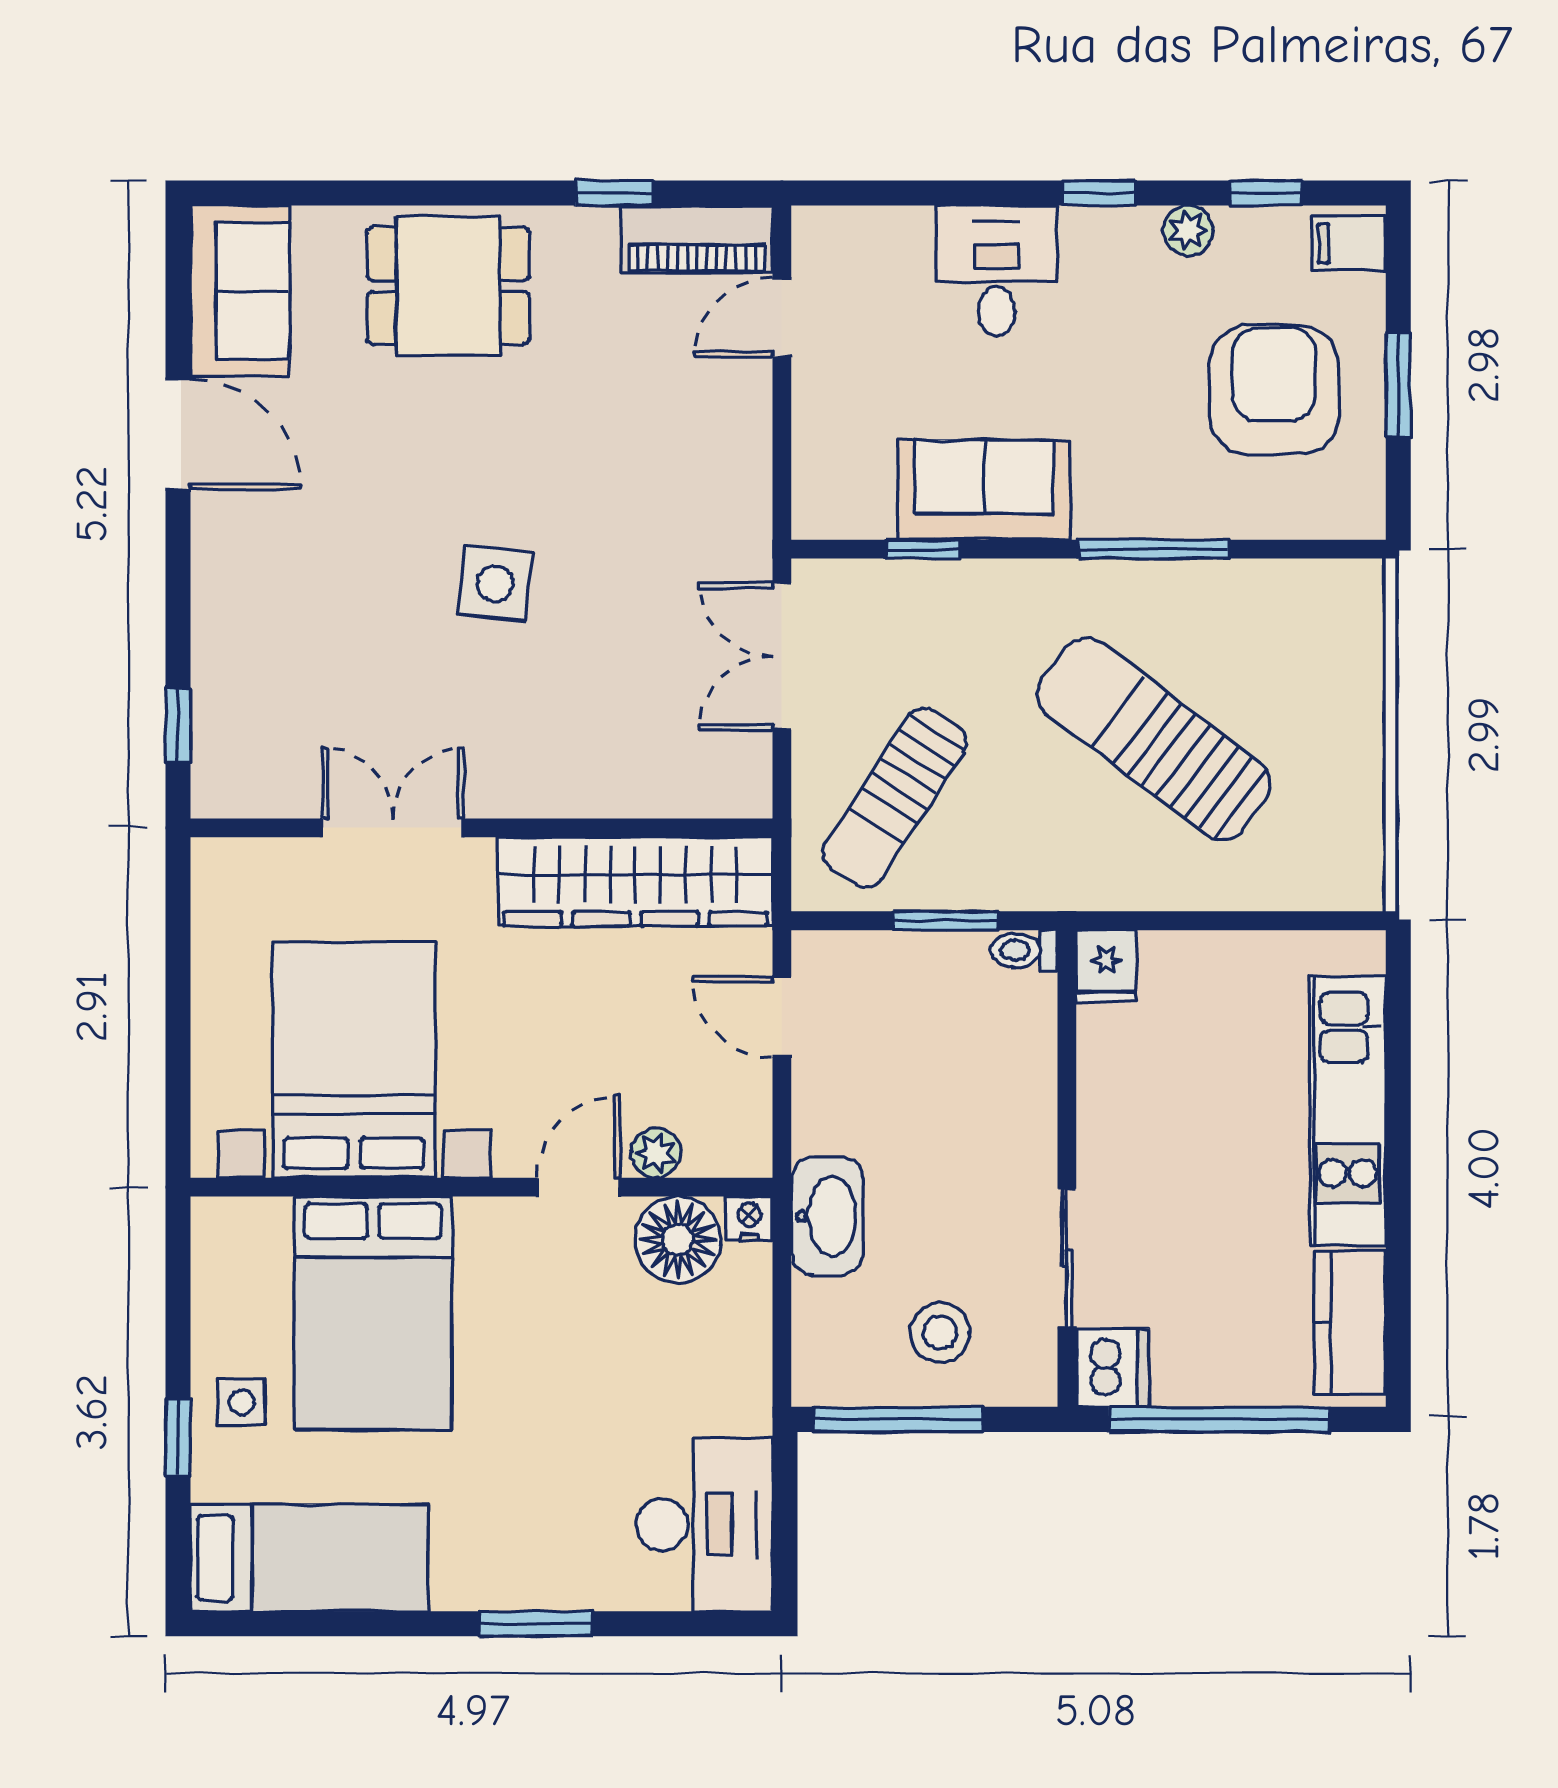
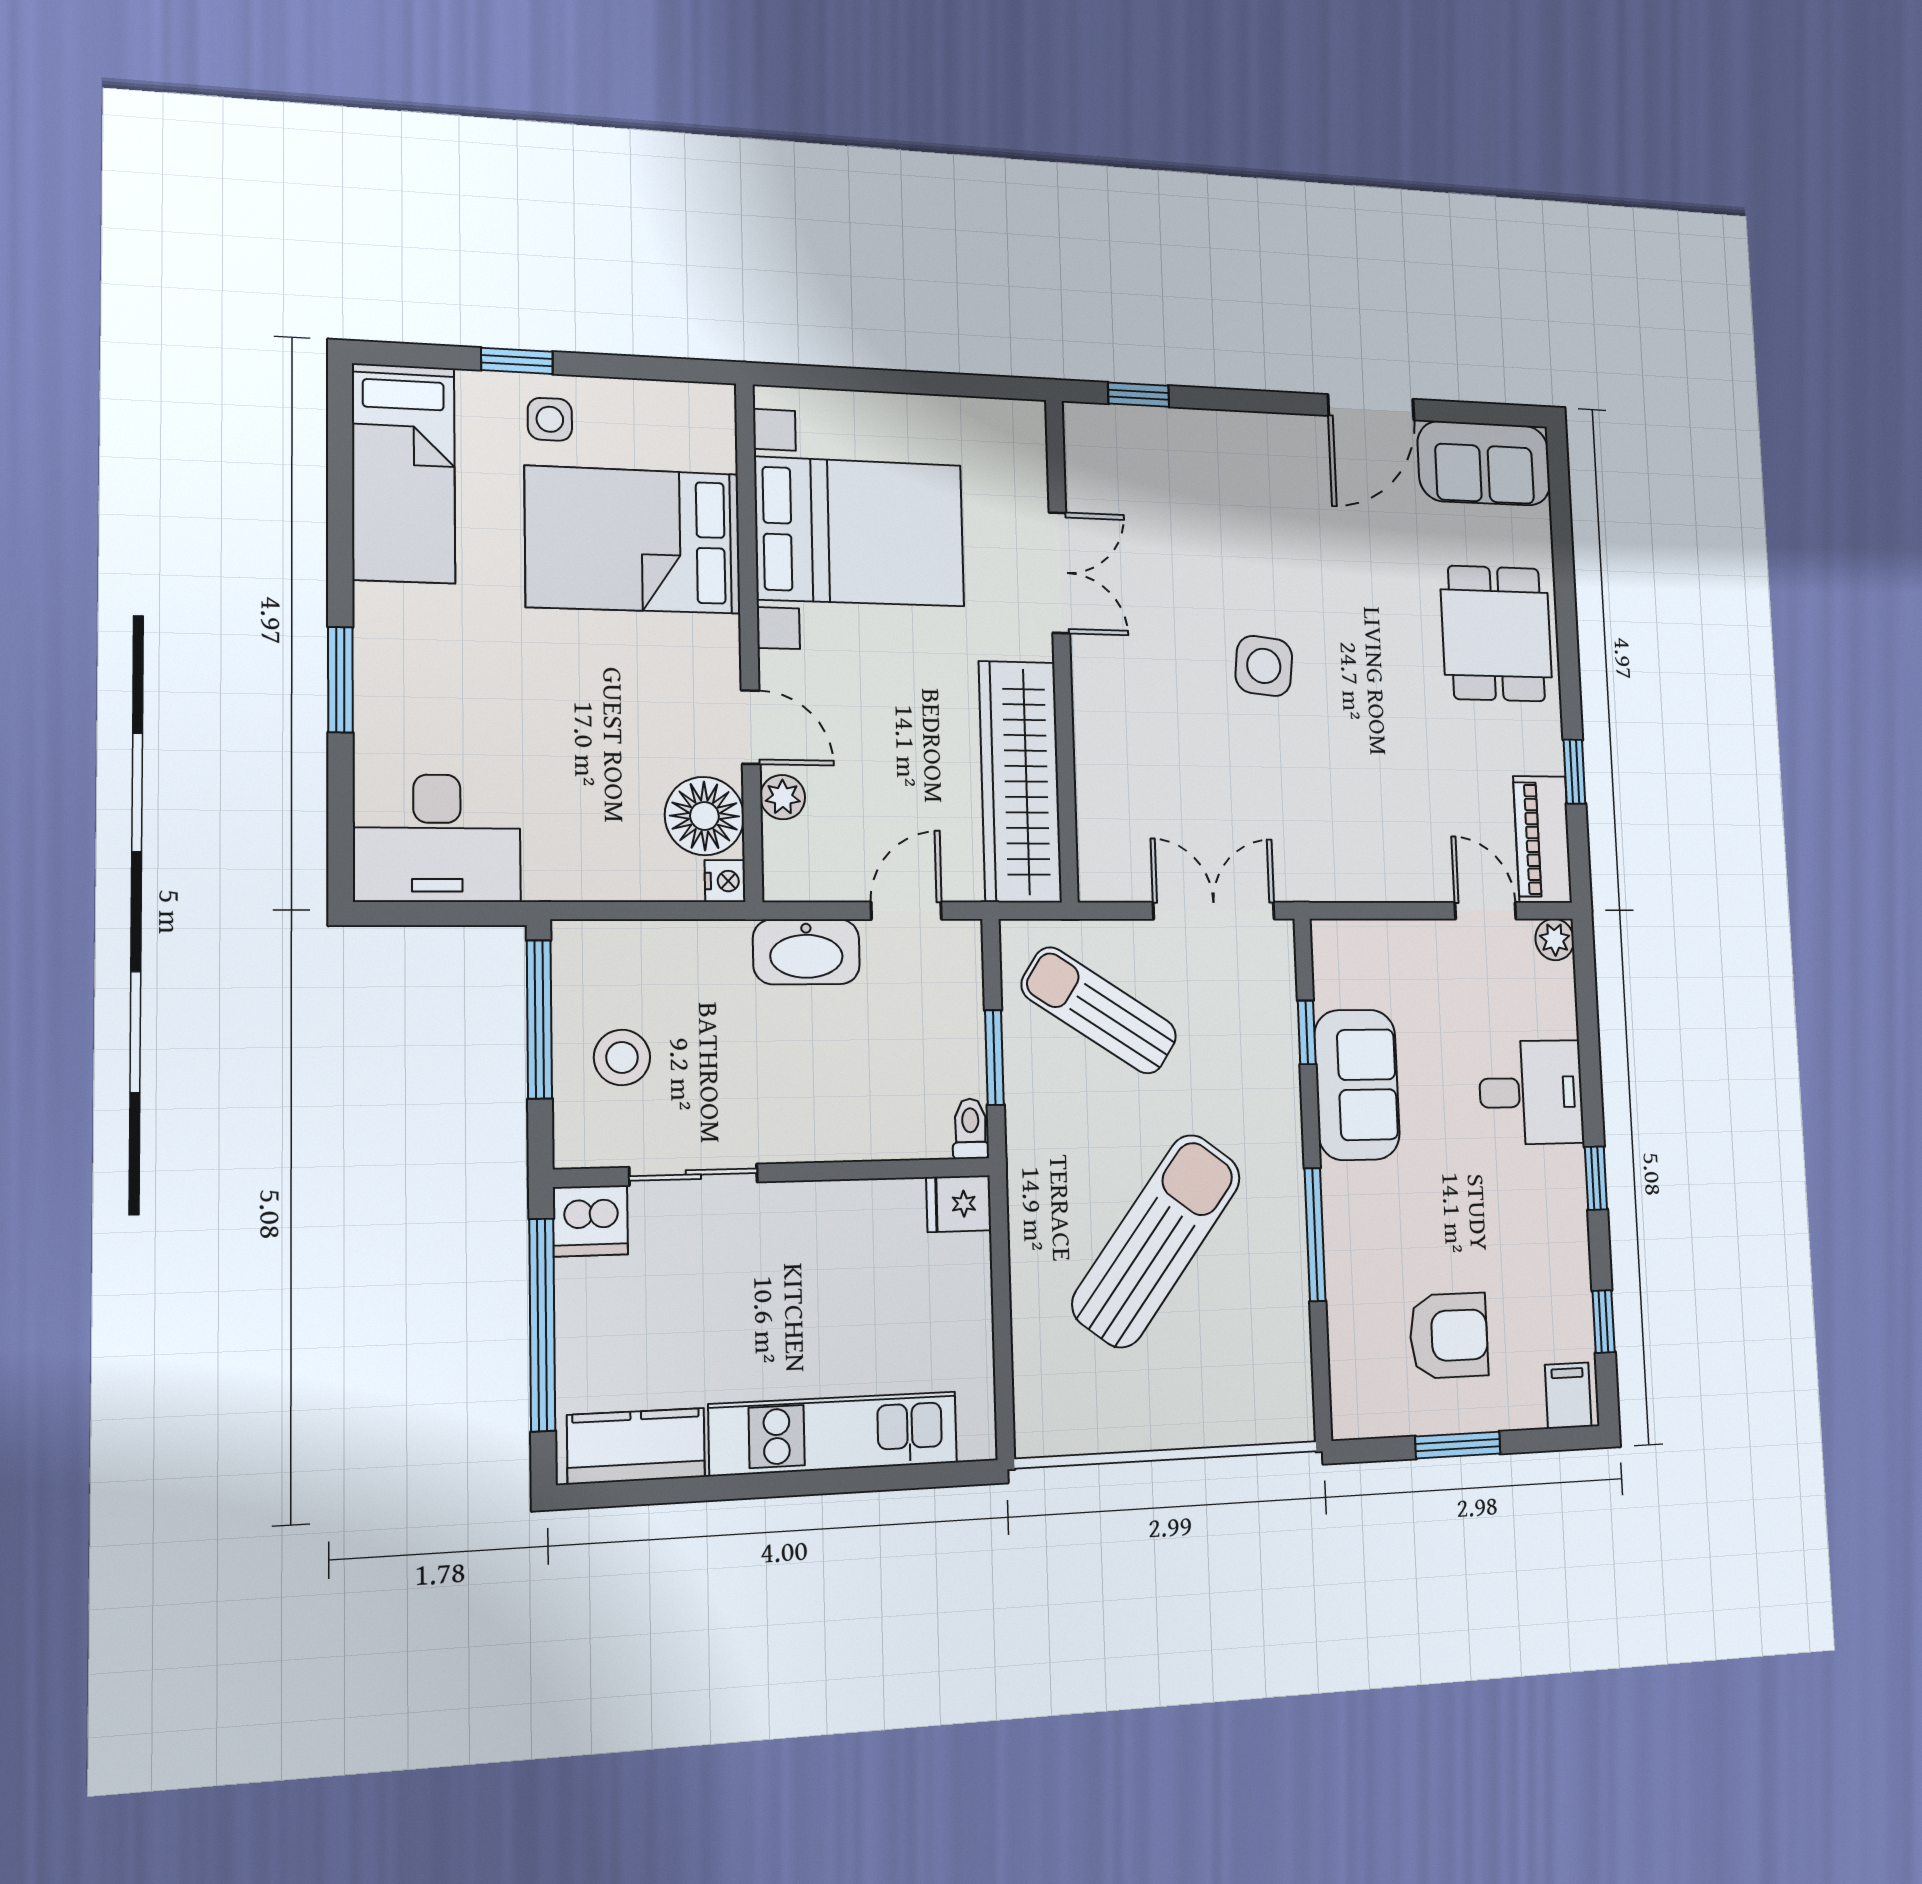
plant: (1188, 230) -> (1555, 939), moved
armchair: (1274, 390) -> (1449, 1336), width x0.73, depth x0.73
washbasin: (827, 1216) -> (806, 952), moved

